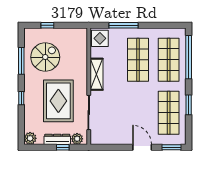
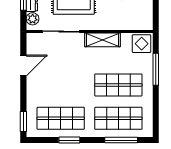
window: (189, 57) -> (121, 140), width x0.68
door: (142, 147) -> (23, 65), moved

